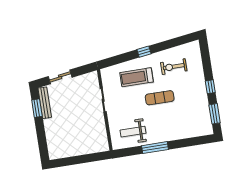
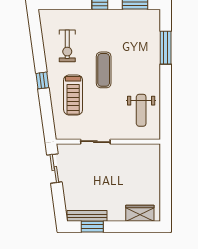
sliding door: (60, 77) -> (54, 168), moved
wardrobe: (53, 143) -> (140, 213), added
window: (155, 148) -> (166, 48), moved

